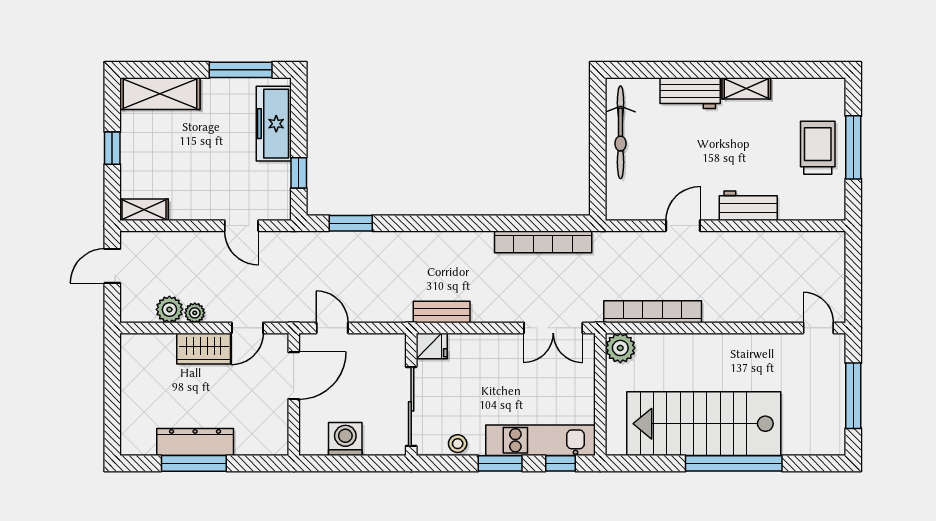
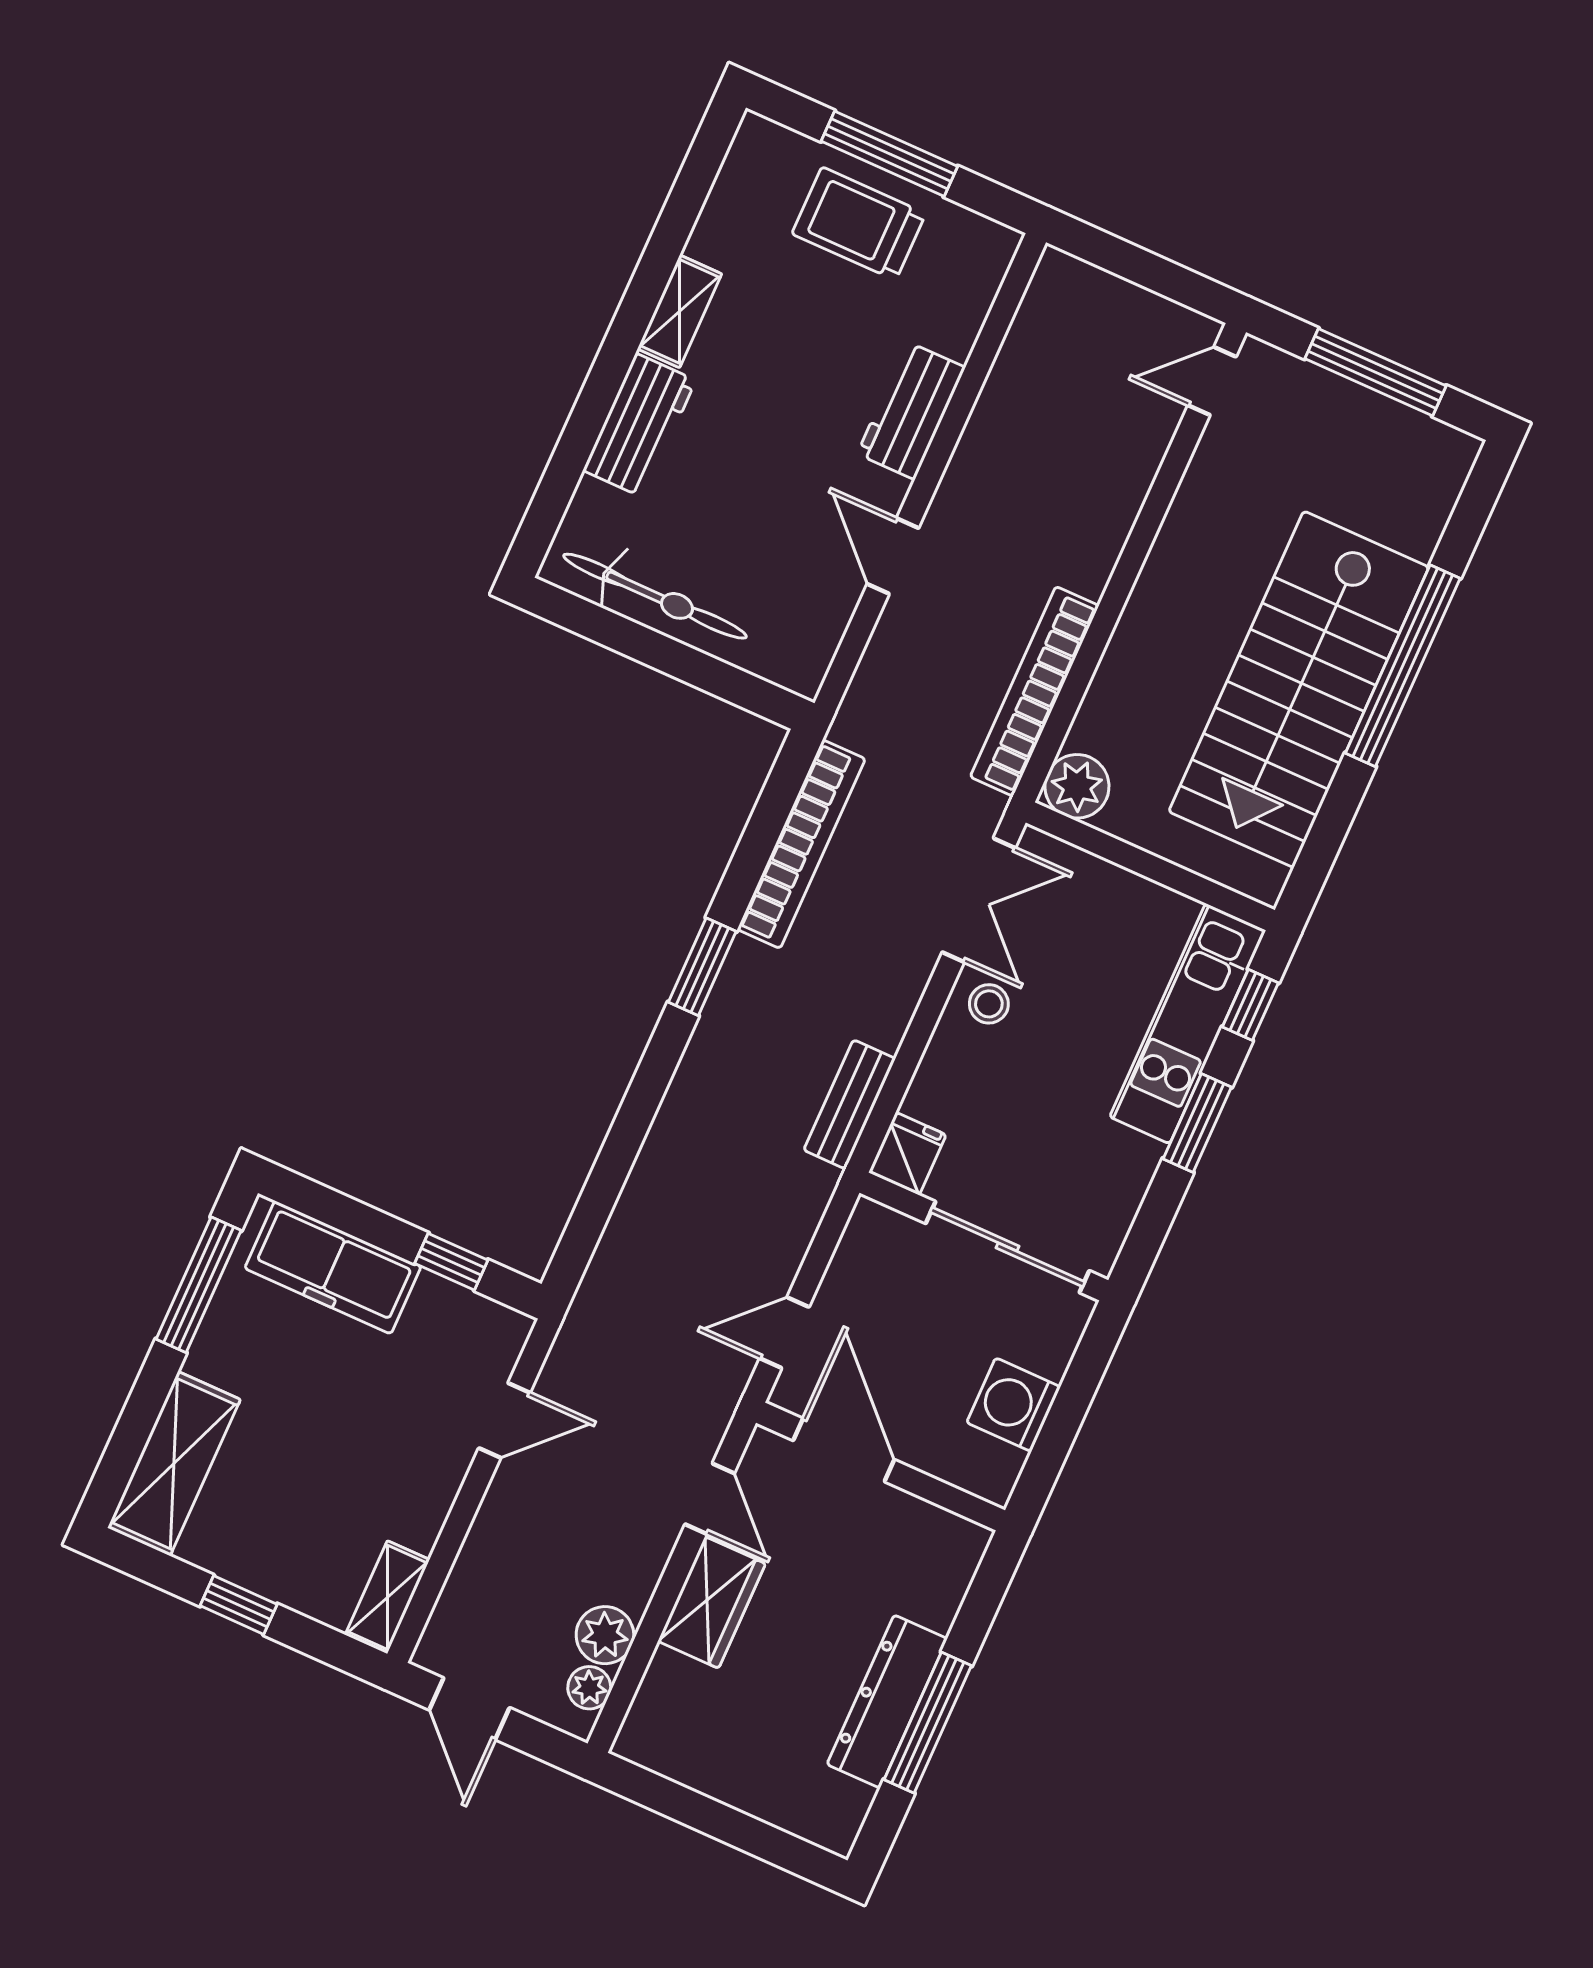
window: (351, 223) -> (702, 967), moved
plant: (195, 313) -> (589, 1688), moved
stool: (458, 444) -> (989, 1004), moved

